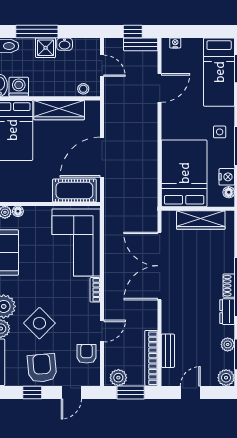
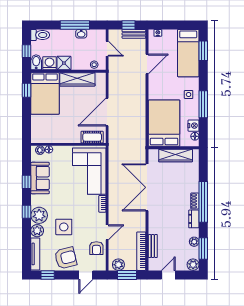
window: (37, 31) -> (75, 25), moved
shower: (46, 48) -> (64, 63), moved
cot: (74, 191) -> (92, 137), width x0.73, depth x0.75
side table: (39, 323) -> (64, 227), turned 45
armchair: (86, 354) -> (96, 248), turned 180
armchair: (42, 368) -> (66, 258), turned 81
window: (32, 393) -> (48, 275), moved

